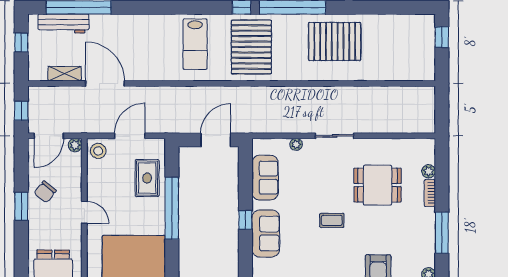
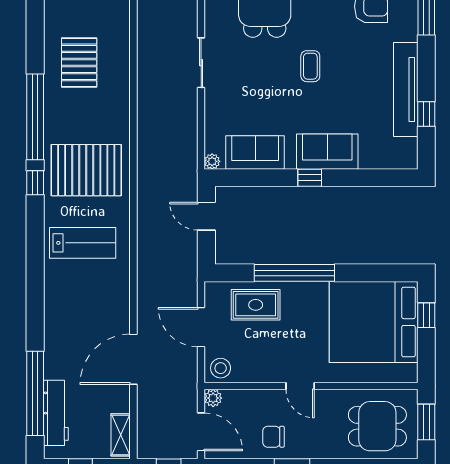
pallet: (335, 41) -> (79, 62), width x0.73, depth x0.71
shelving: (65, 74) -> (121, 435), moved
door: (216, 140) -> (206, 216), width x0.73
plant: (296, 144) -> (212, 161), moved
chair: (45, 192) -> (273, 437), turned 141
door: (84, 212) -> (300, 386), swing flipped

